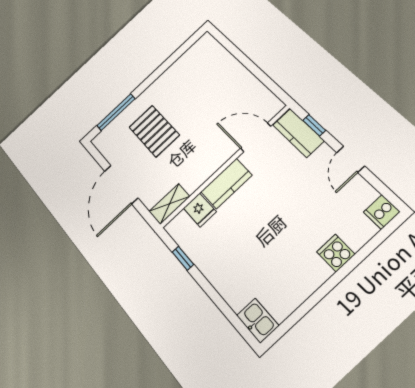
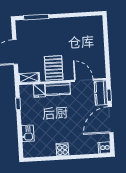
pallet: (154, 131) -> (54, 68), moved
door: (351, 159) -> (111, 120), width x1.88
cooker: (336, 253) -> (62, 149), moved
kitchen sink: (258, 320) -> (28, 133), moved

